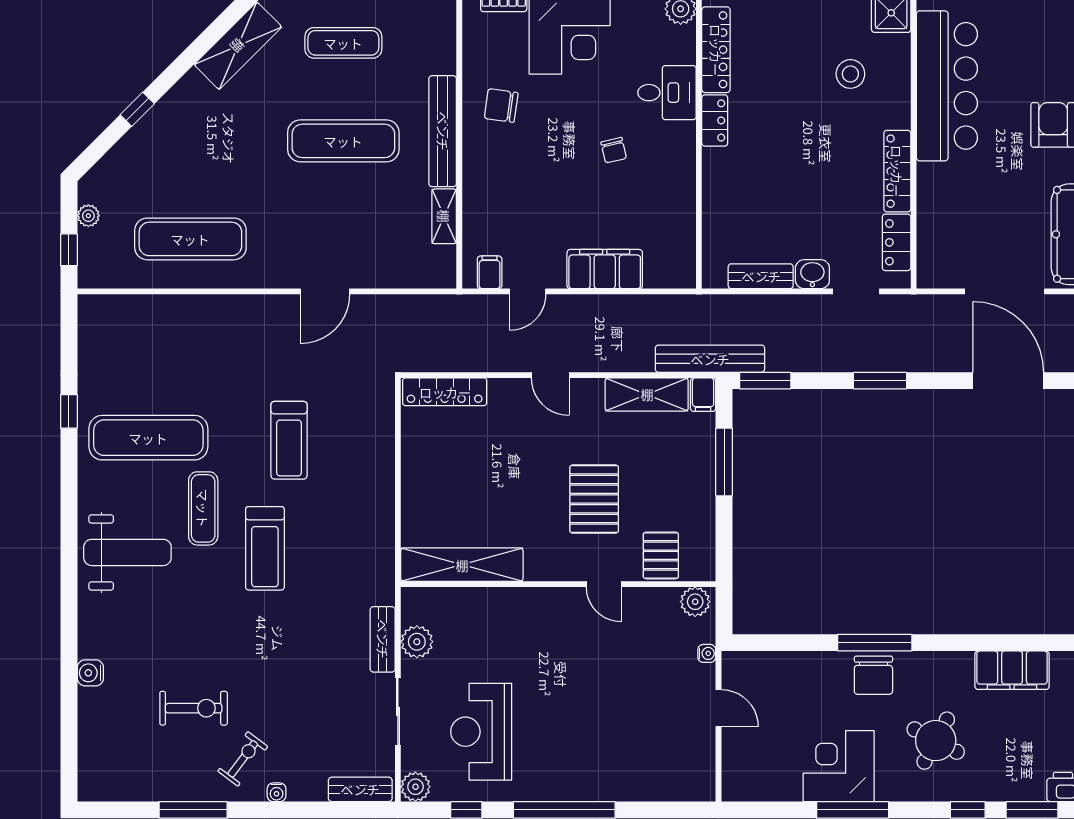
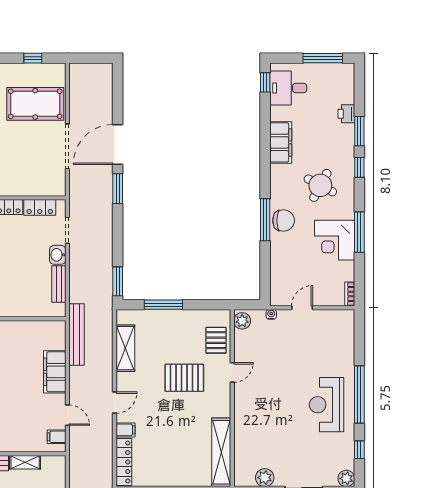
bench: (710, 359) -> (77, 334), moved
window: (880, 381) -> (118, 189), moved
filing cabinet: (703, 395) -> (125, 430), moved
pallet: (661, 555) -> (216, 340), turned 90
reception desk: (481, 732) -> (327, 405), moved, turned 90
bookcase: (743, 793) -> (350, 294), added

